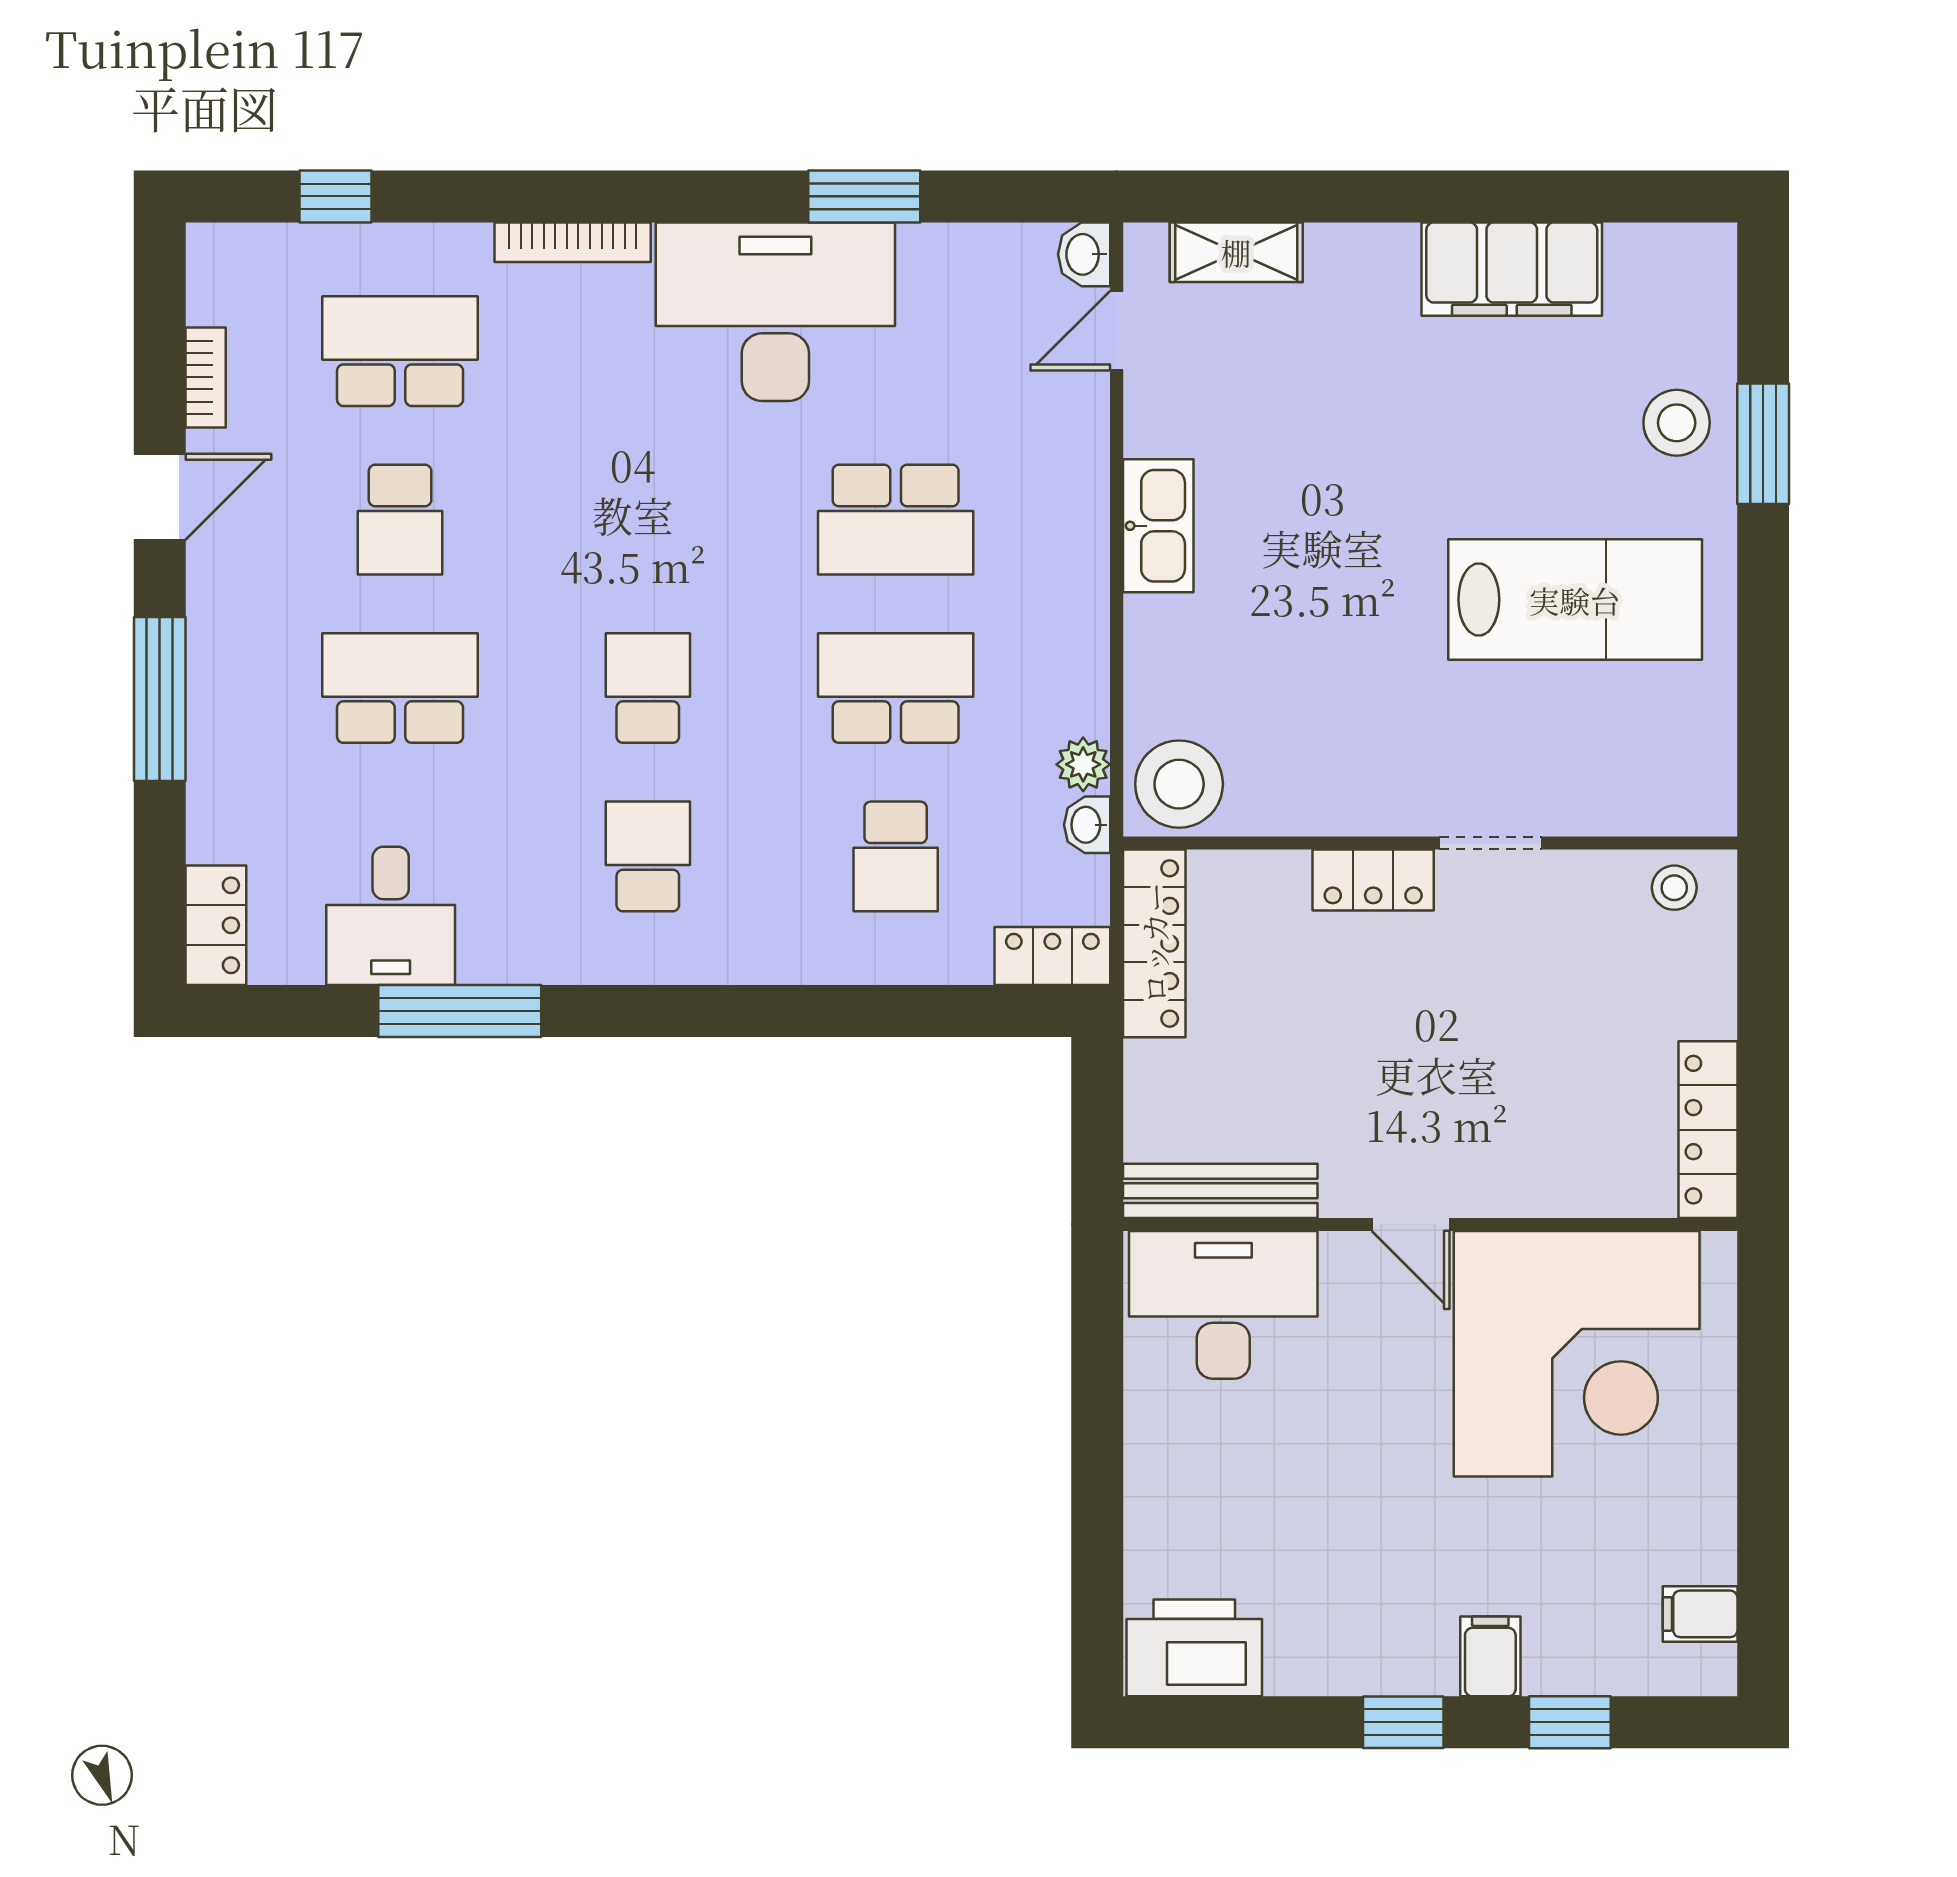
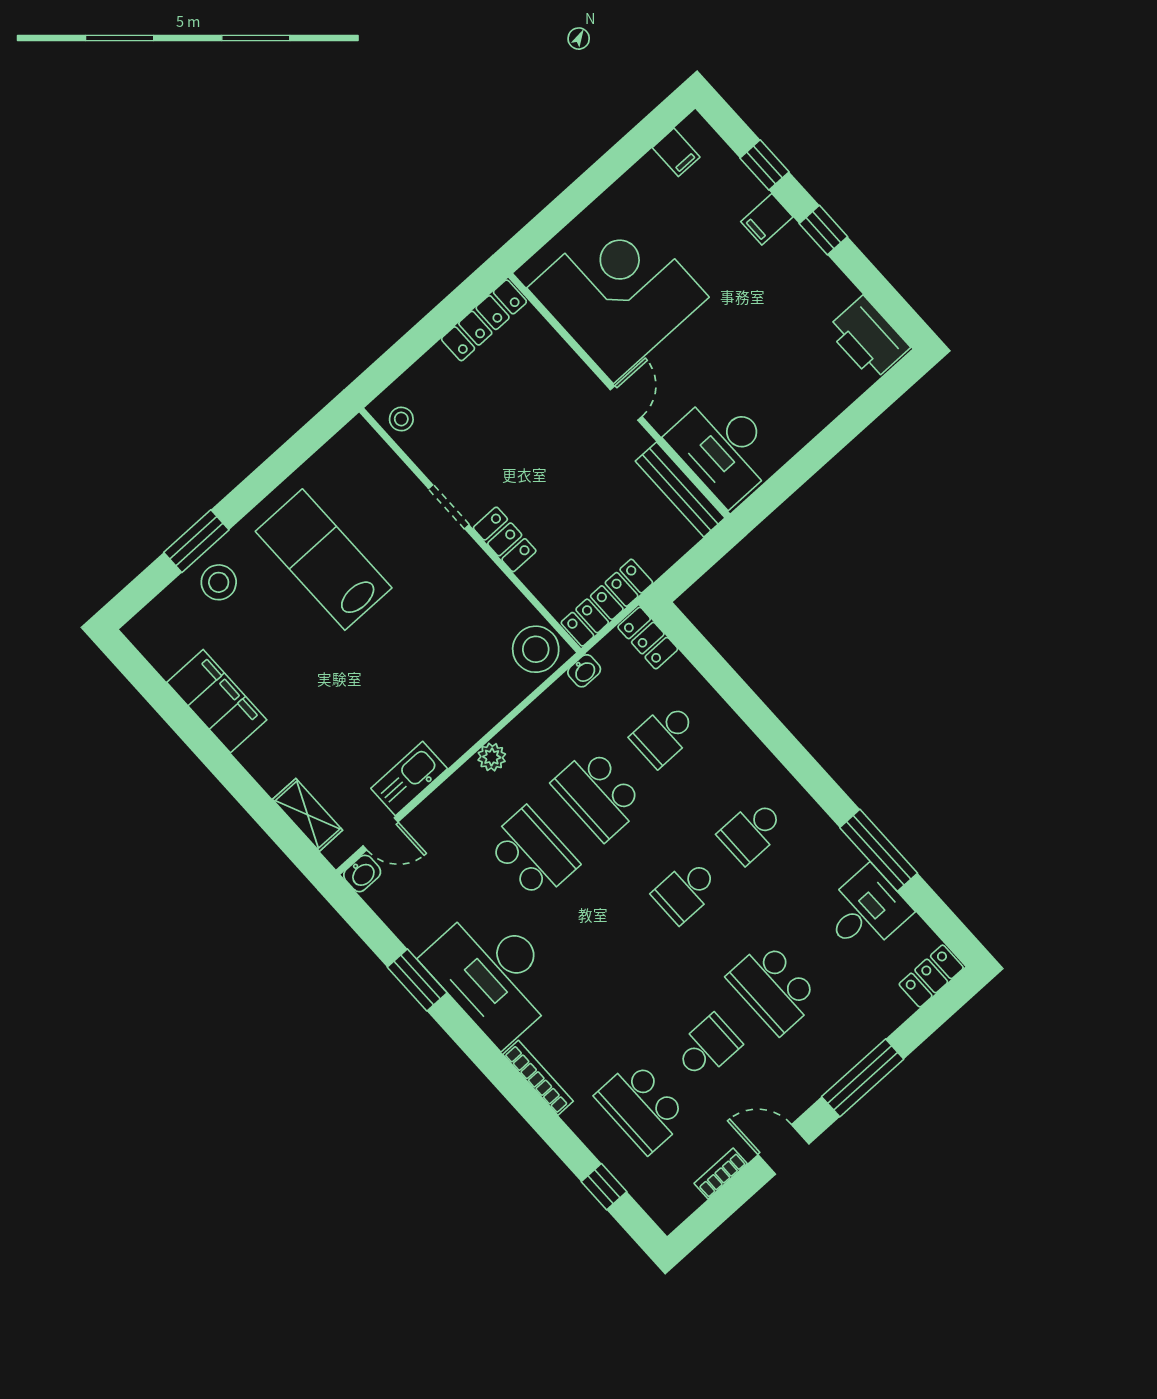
kitchen sink: (1158, 526) -> (409, 778), moved
plant: (1083, 764) -> (492, 757), moved
school desk: (896, 856) -> (664, 735), turned 180

